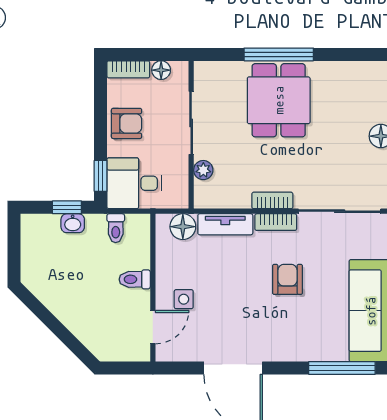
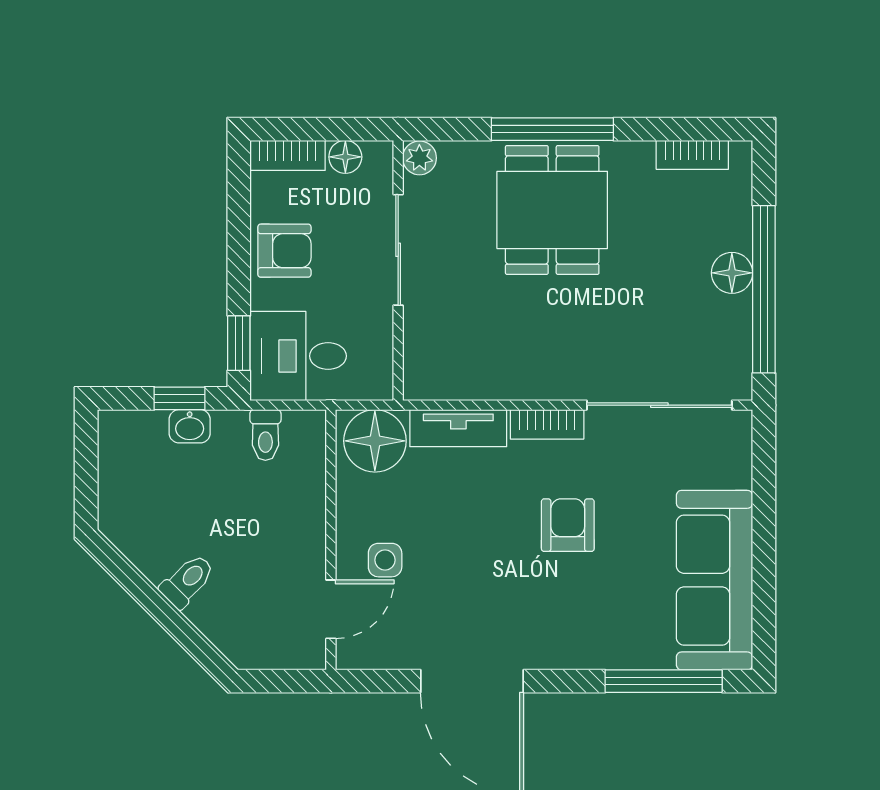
plant: (203, 170) -> (419, 158), moved
bookcase: (272, 200) -> (692, 155), moved, turned 180
floor lamp: (183, 227) -> (375, 441), width x1.38, depth x1.38
toilet: (135, 279) -> (187, 581), moved, turned 135

